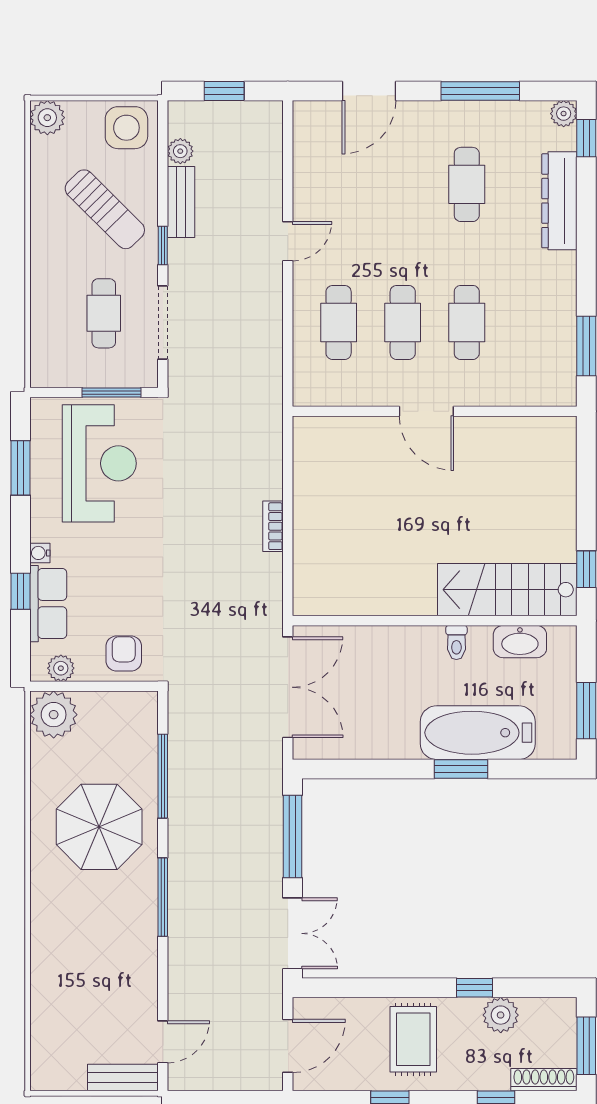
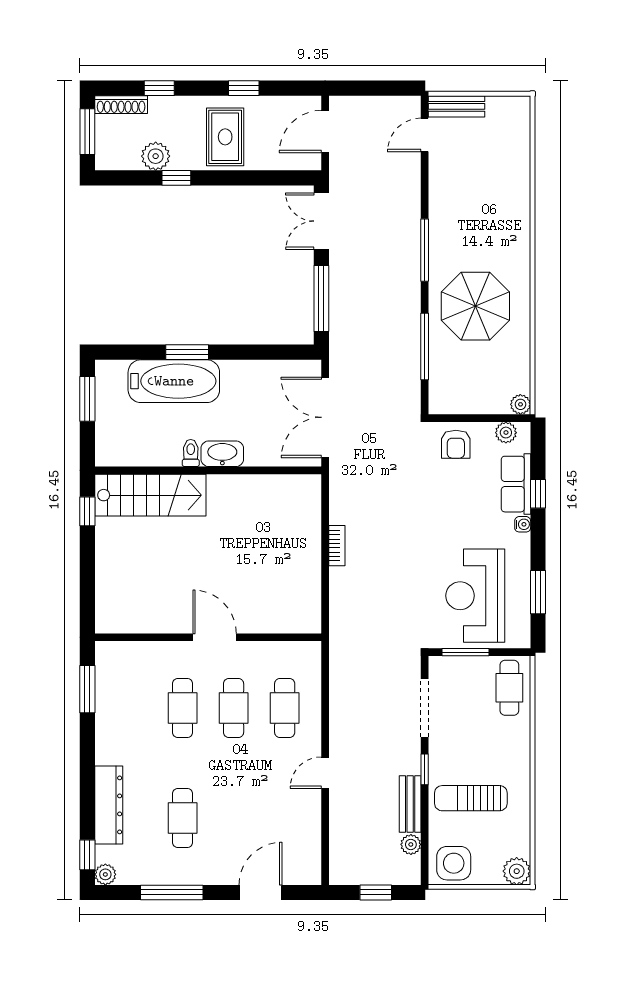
sun lounger: (105, 209) -> (471, 798), turned -45
cafe table: (104, 313) -> (509, 688), moved
washbasin: (520, 642) -> (222, 454), moved
plant: (54, 715) -> (520, 404), width x0.53, depth x0.53

